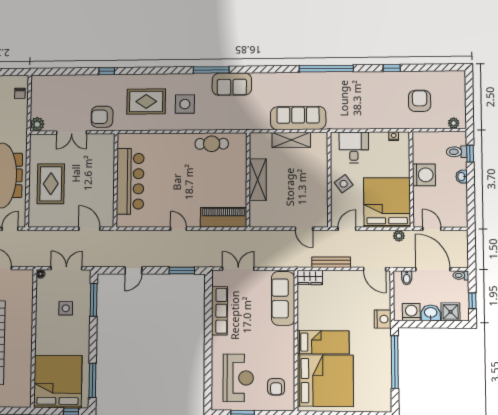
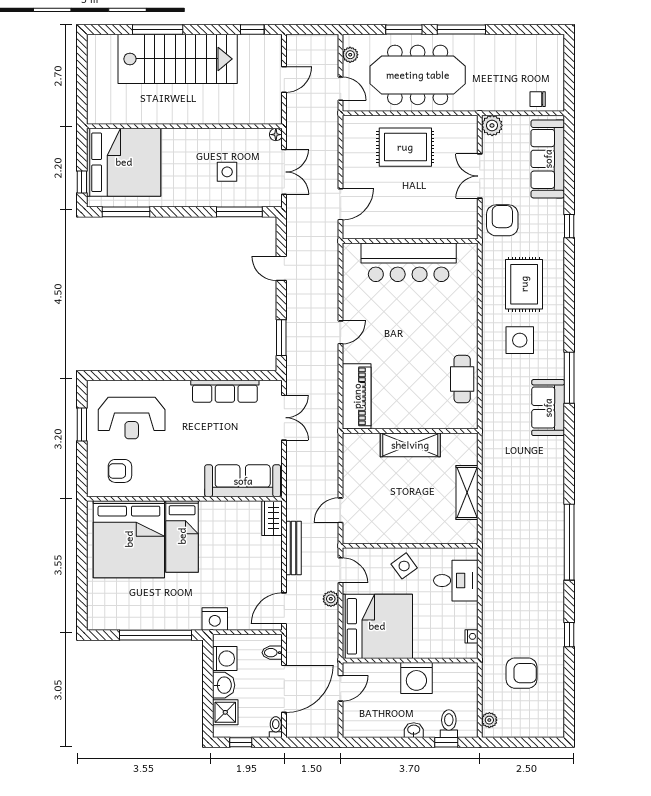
sofa: (298, 118) -> (548, 159), moved, turned 180
plant: (399, 236) -> (331, 599), moved

